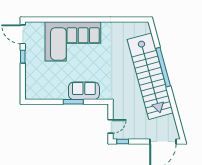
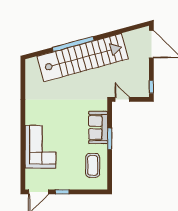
corner sofa: (73, 41) -> (40, 147), width x0.73, depth x0.74
coffee table: (48, 86) -> (93, 165), added
door: (111, 126) -> (122, 99), moved

